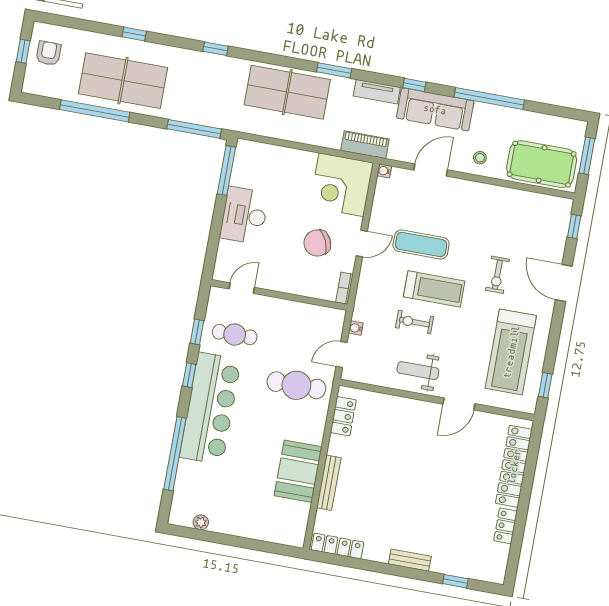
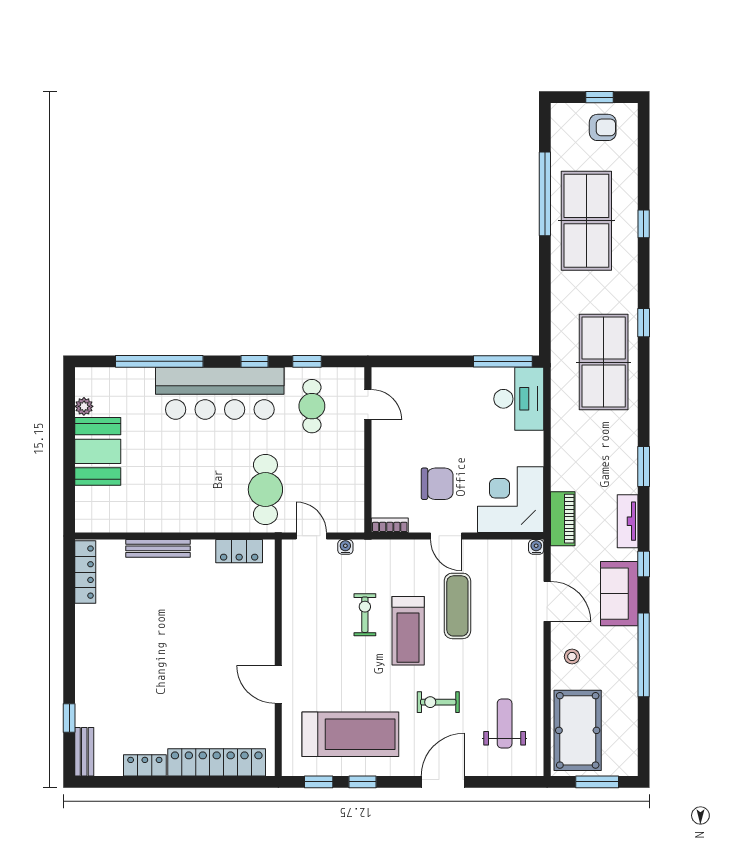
table tennis table: (287, 92) -> (604, 362), moved
sofa: (435, 109) -> (619, 594), width x0.73
window: (194, 129) -> (545, 315), removed
desk: (244, 215) -> (519, 399), moved, turned 90
window: (574, 226) -> (363, 782), moved
chair: (317, 243) -> (437, 484), turned 114
treadmill: (511, 352) -> (350, 734), turned 180
weight bench: (418, 371) -> (505, 724), moved
booth: (298, 471) -> (98, 451), moved, turned 90
bench: (410, 560) -> (84, 752), moved

